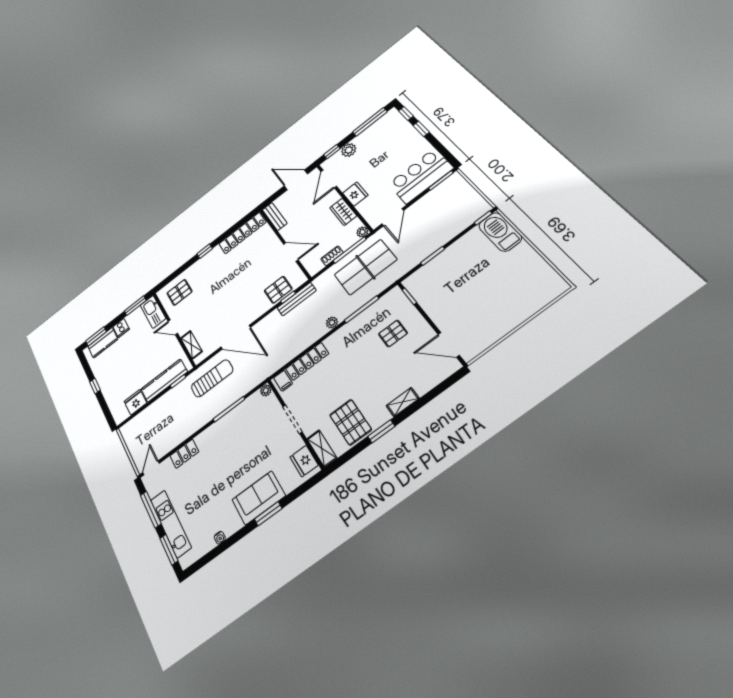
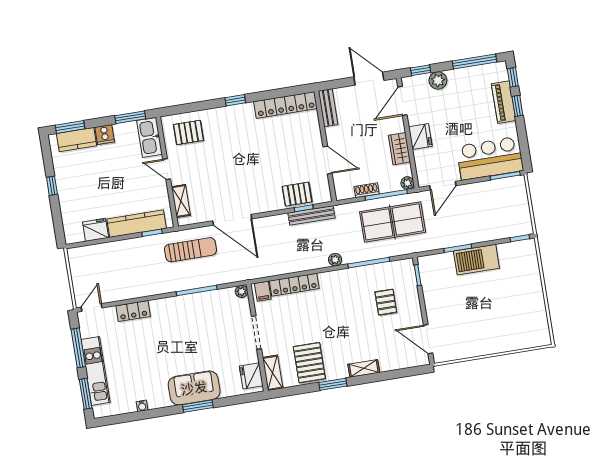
piano: (409, 133) -> (504, 102), added
barbecue: (500, 232) -> (476, 260), moved, turned -90
pallet: (393, 333) -> (386, 302), turned 90

